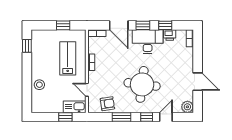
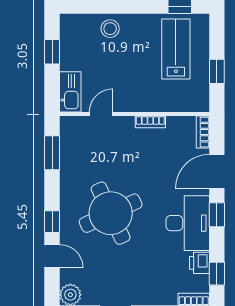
window: (165, 25) -> (217, 274), moved
lab bench: (68, 58) -> (176, 49), moved, turned -90
round table: (142, 84) -> (111, 213), turned -32
armchair: (107, 104) -> (76, 151), removed
window: (65, 117) -> (52, 52), moved
window: (122, 117) -> (52, 153), moved

